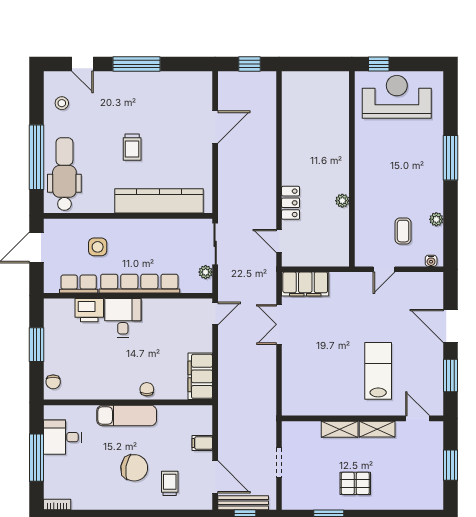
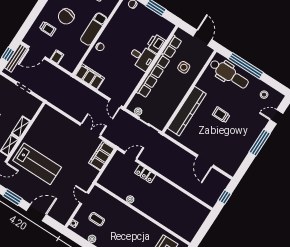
lab bench: (378, 371) -> (37, 164), width x1.36, depth x1.39

